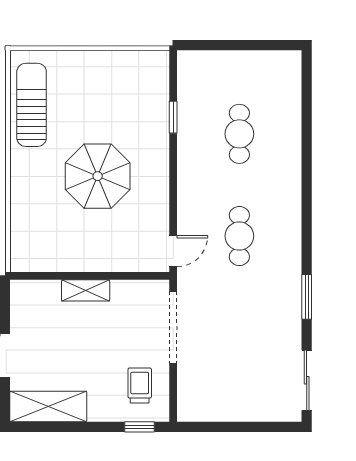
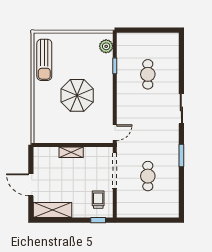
plant: (156, 78) -> (106, 46), added
sun lounger: (32, 105) -> (44, 60), turned 180
cafe table: (239, 236) -> (148, 176), moved
sliding door: (307, 380) -> (181, 109), moved

